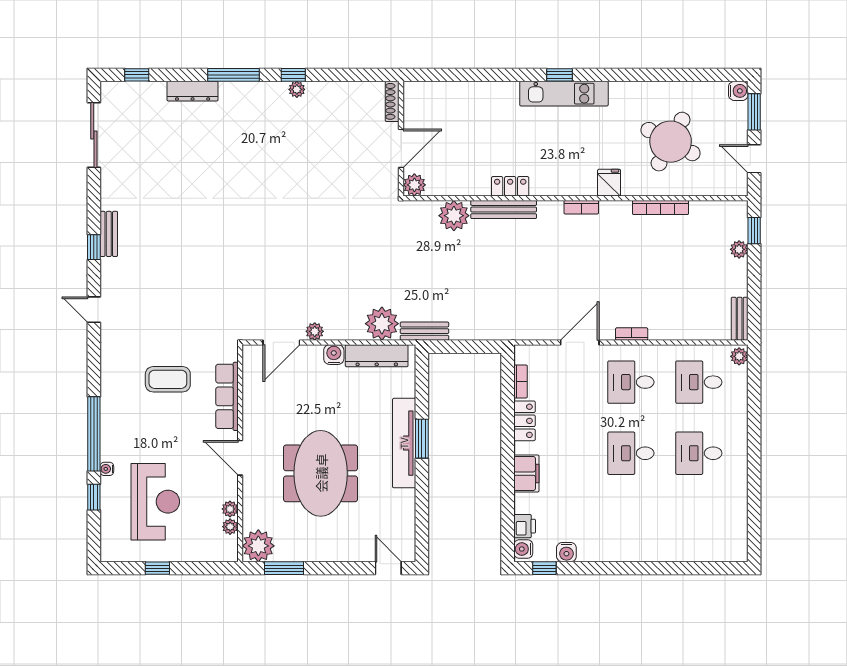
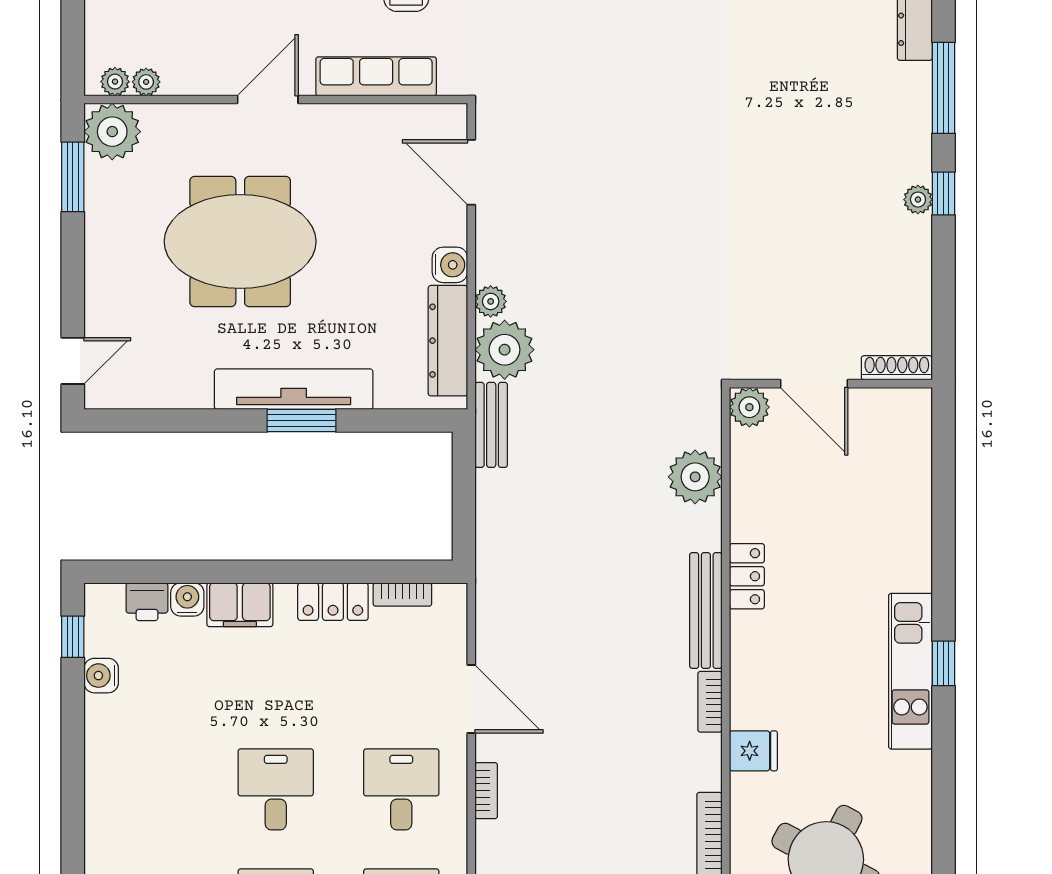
bench: (504, 210) -> (706, 610), moved
plant: (315, 331) -> (491, 301), moved
plant: (230, 509) -> (115, 82), moved
water cooler: (523, 549) -> (187, 599), moved

